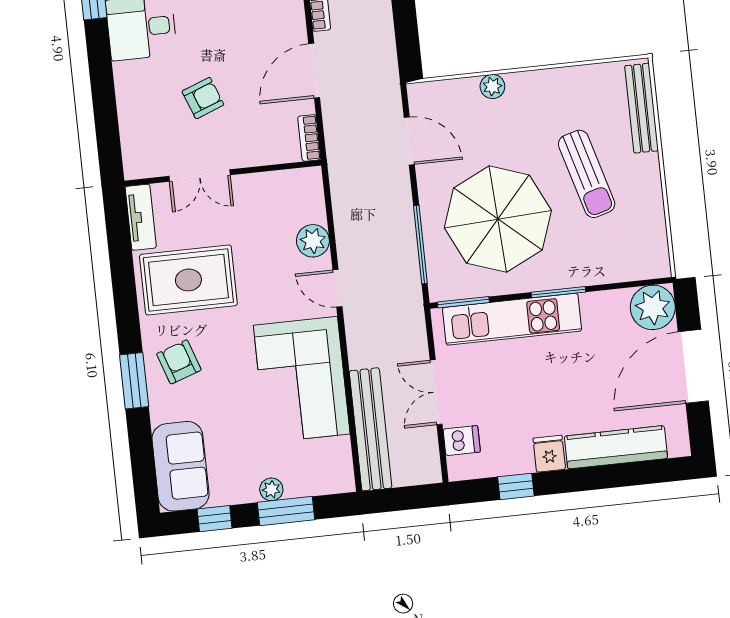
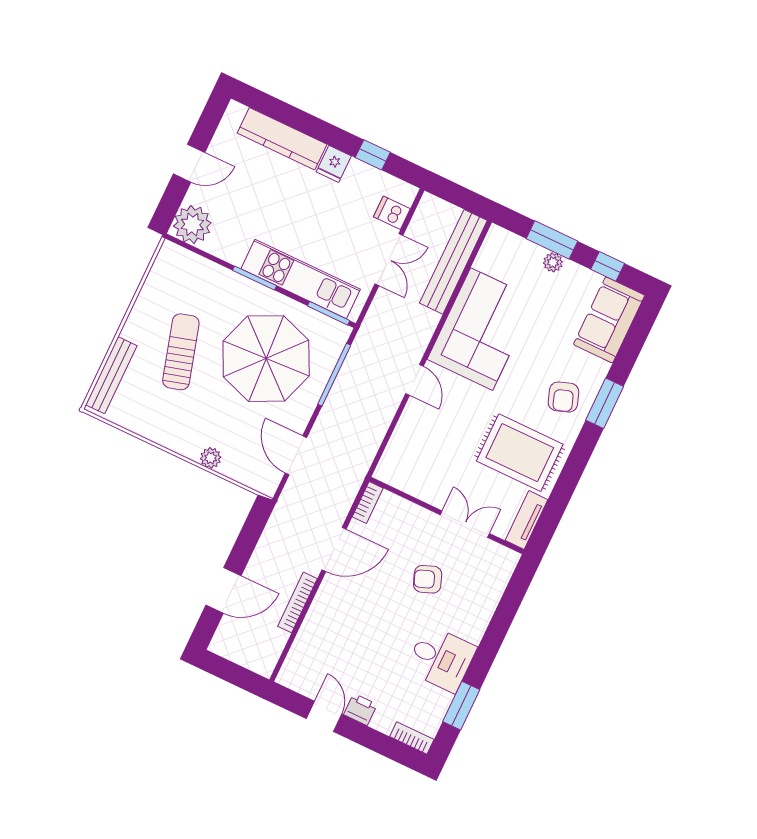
plant: (313, 241) -> (411, 426), removed
door: (693, 366) -> (189, 163), width x0.53

